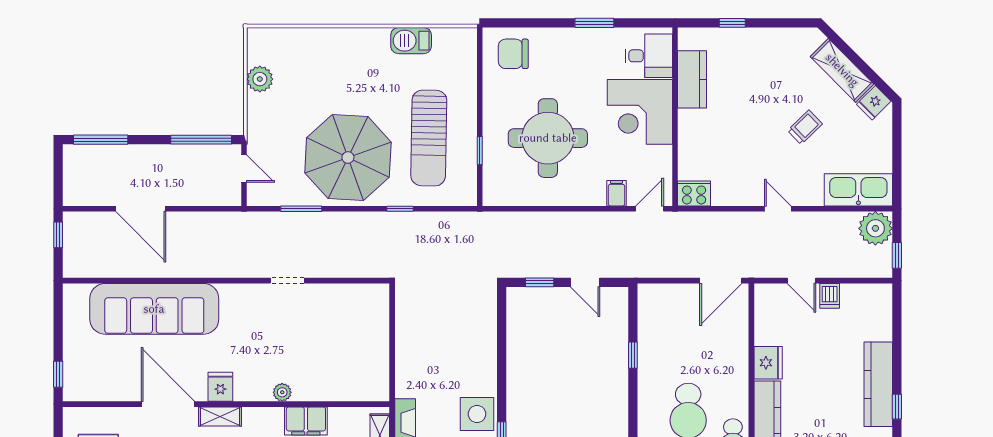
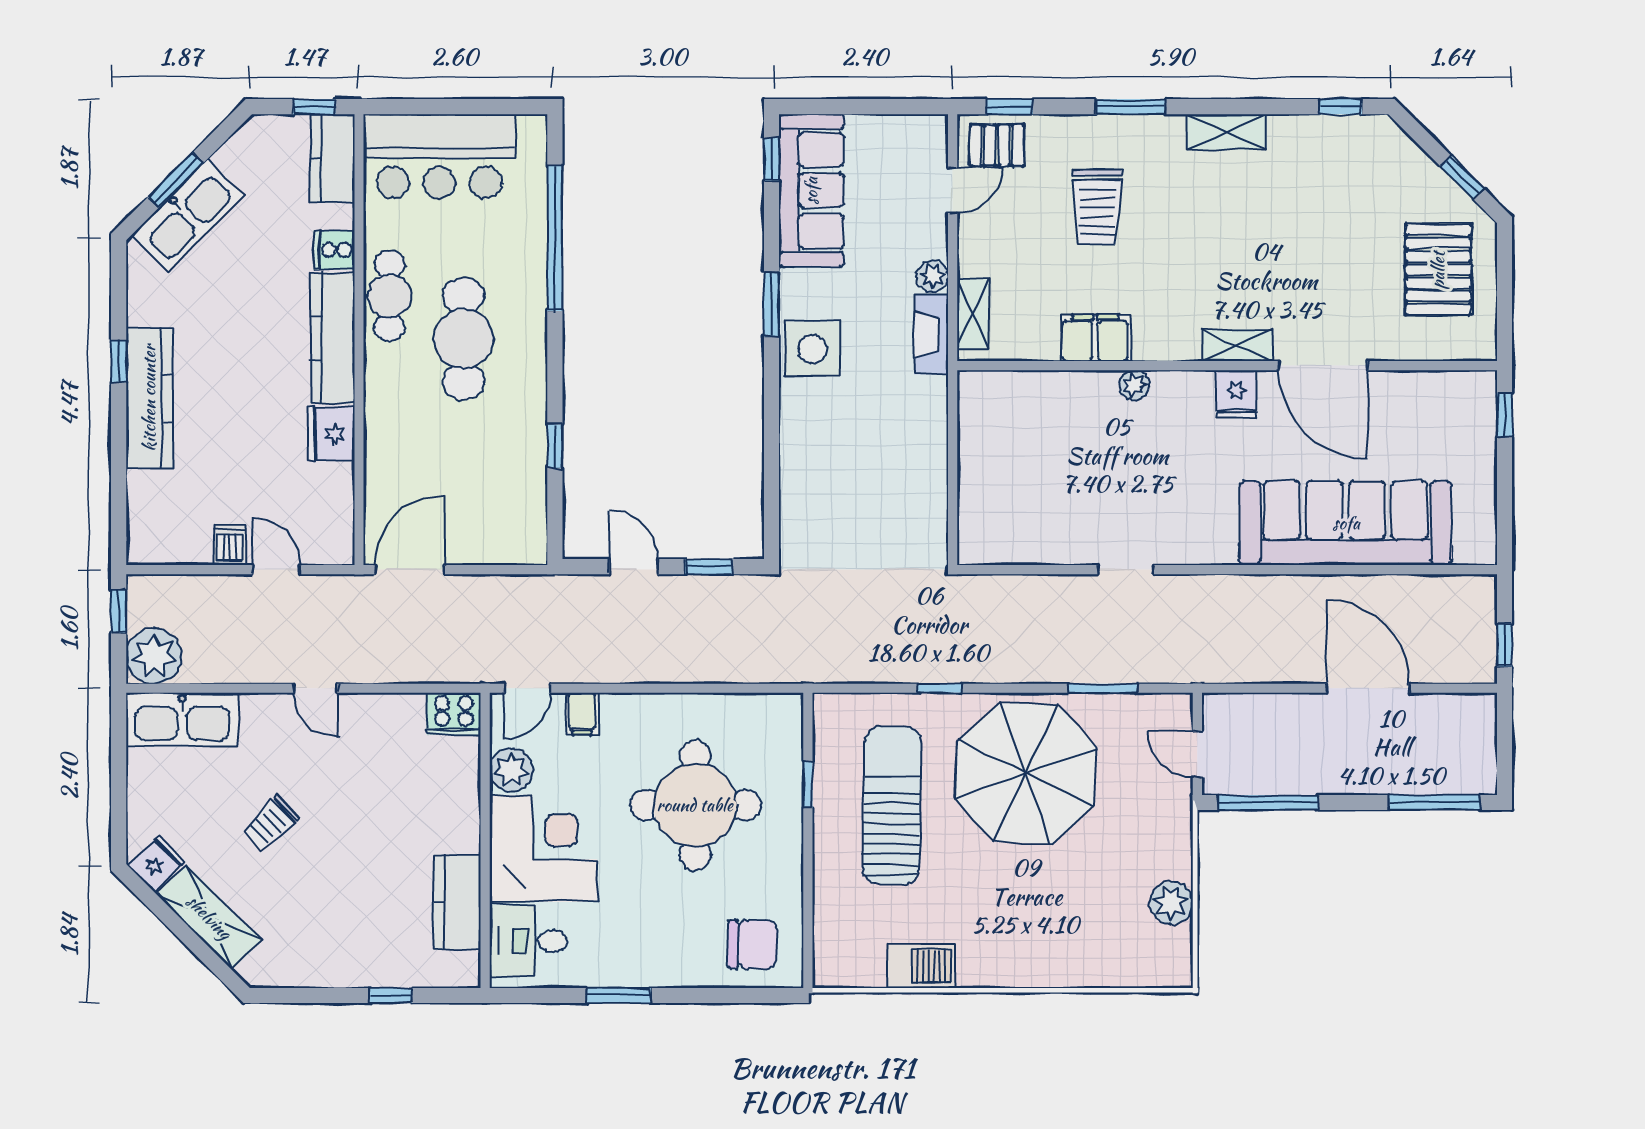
plant: (659, 159) -> (511, 770), added

